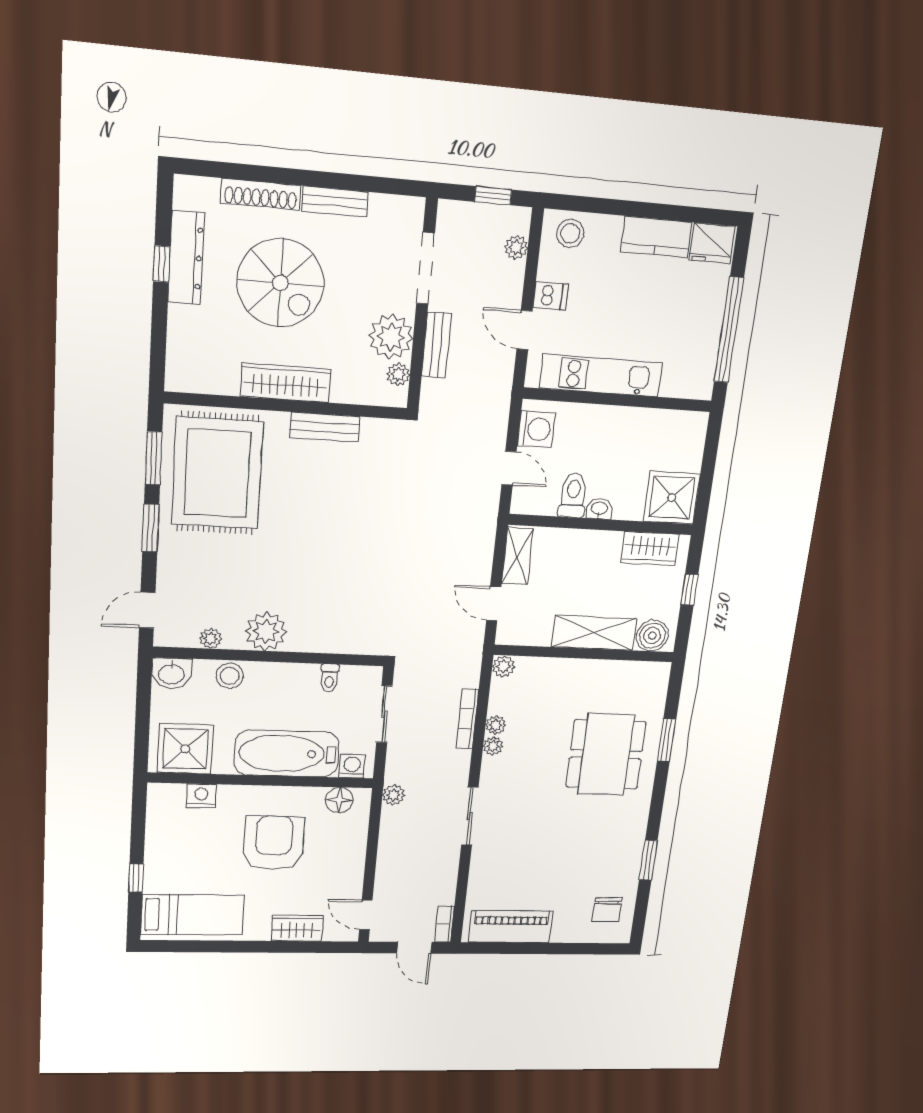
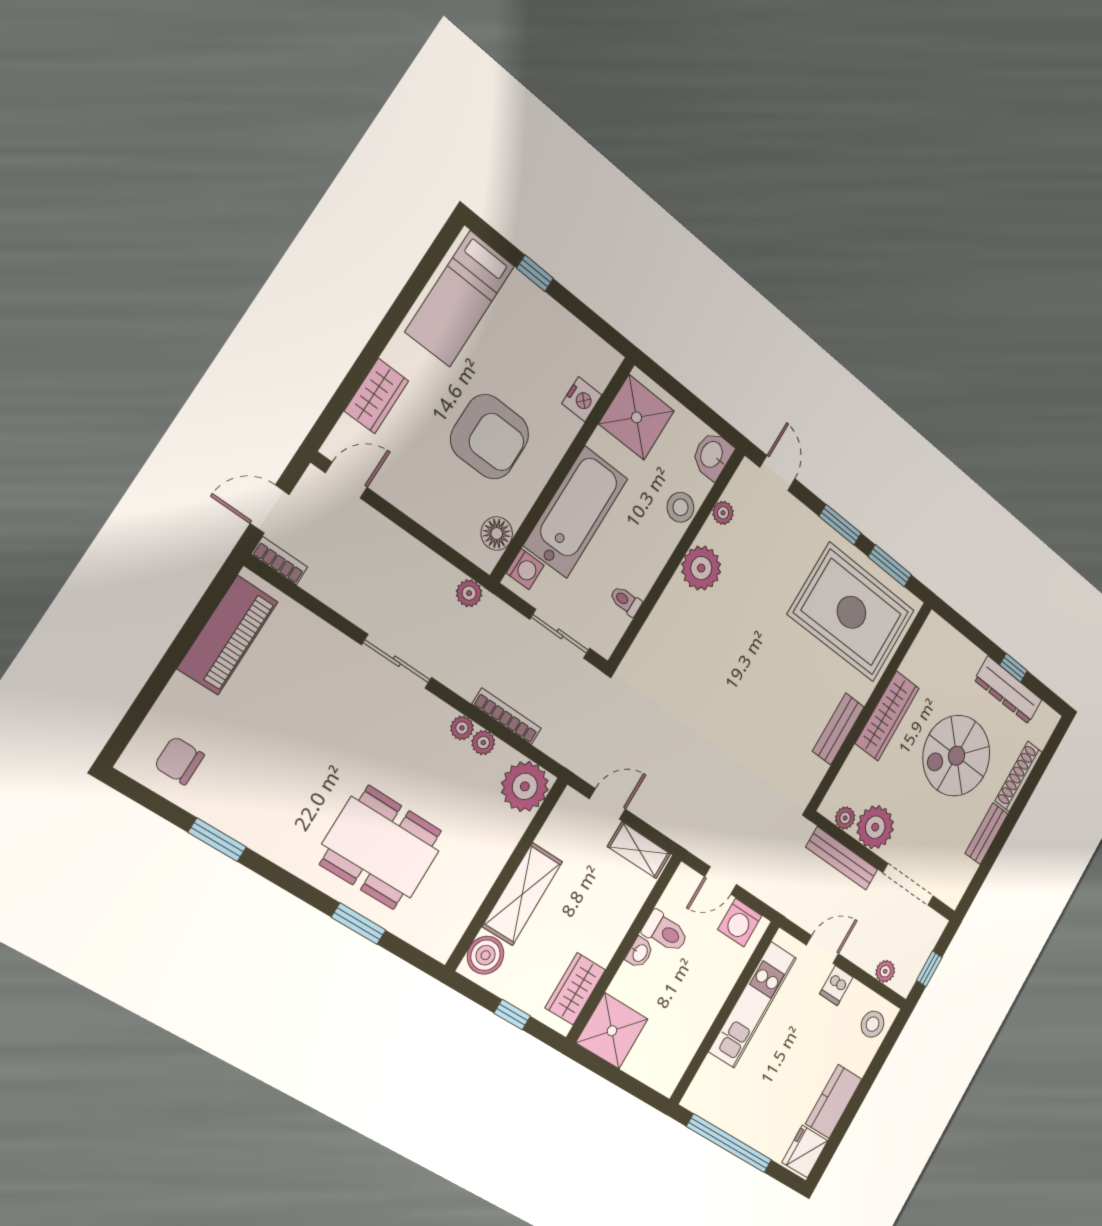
bench: (436, 345) -> (842, 858), width x1.36
plant: (504, 666) -> (525, 786), width x1.87, depth x1.87

